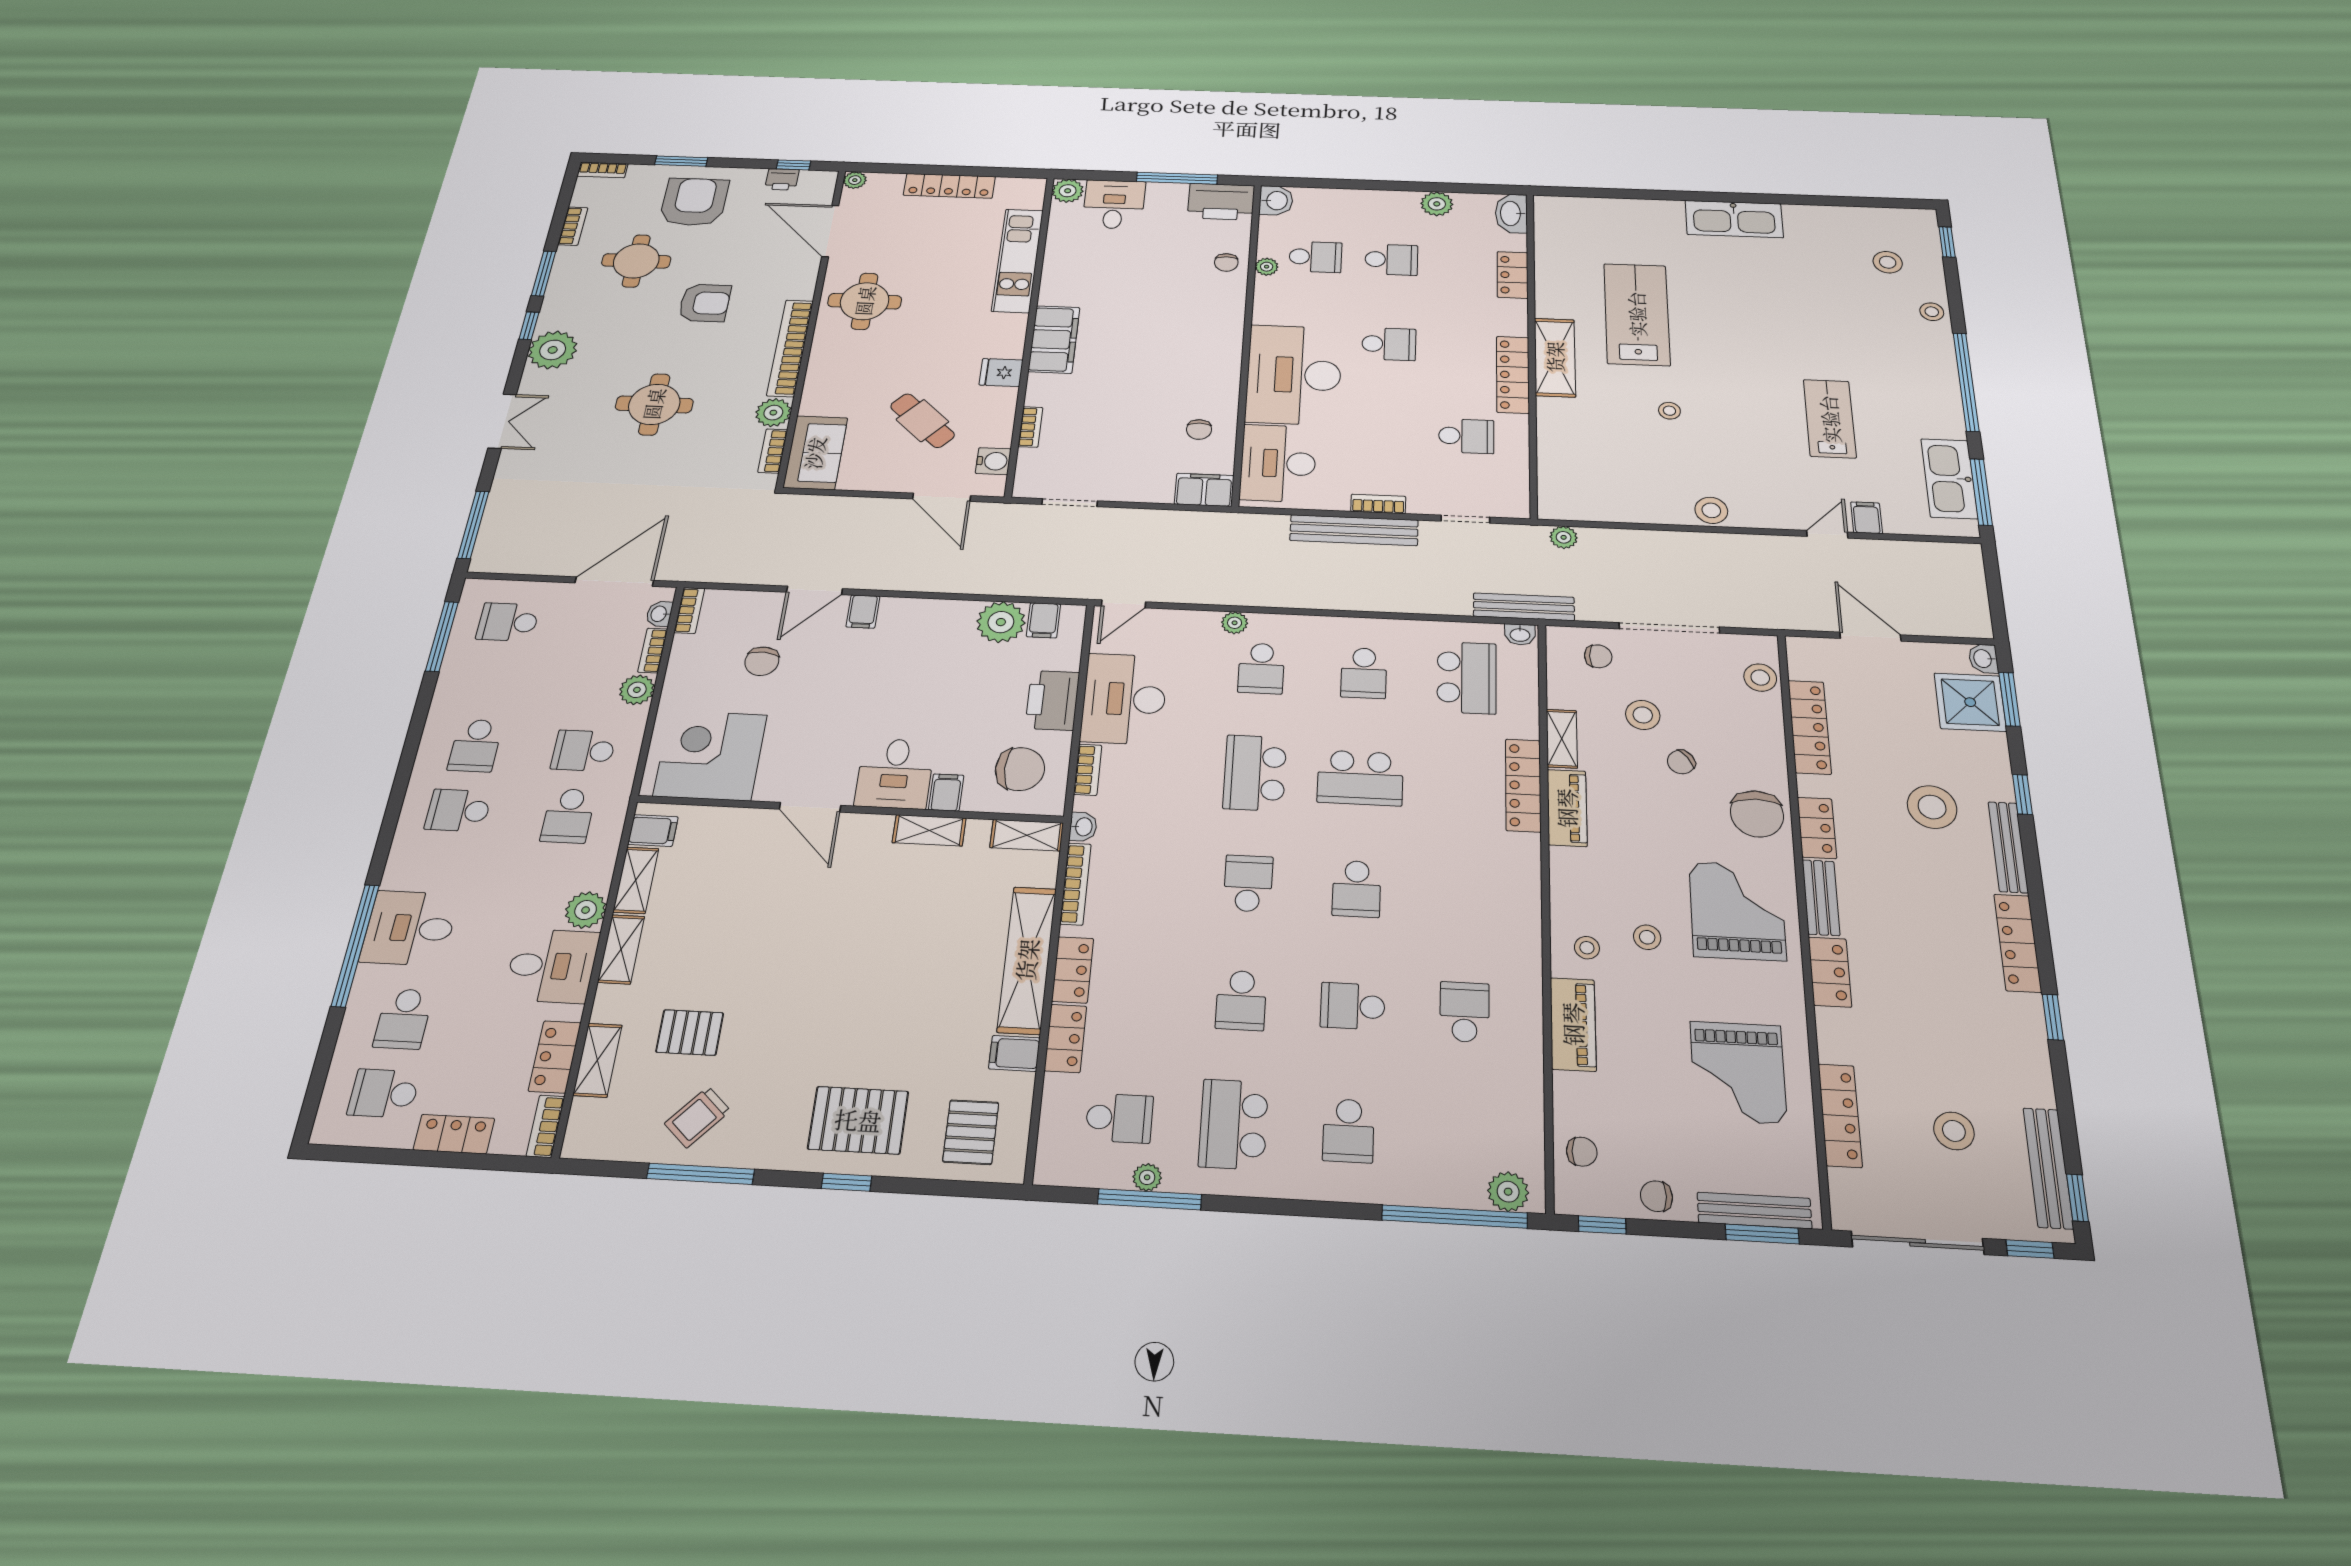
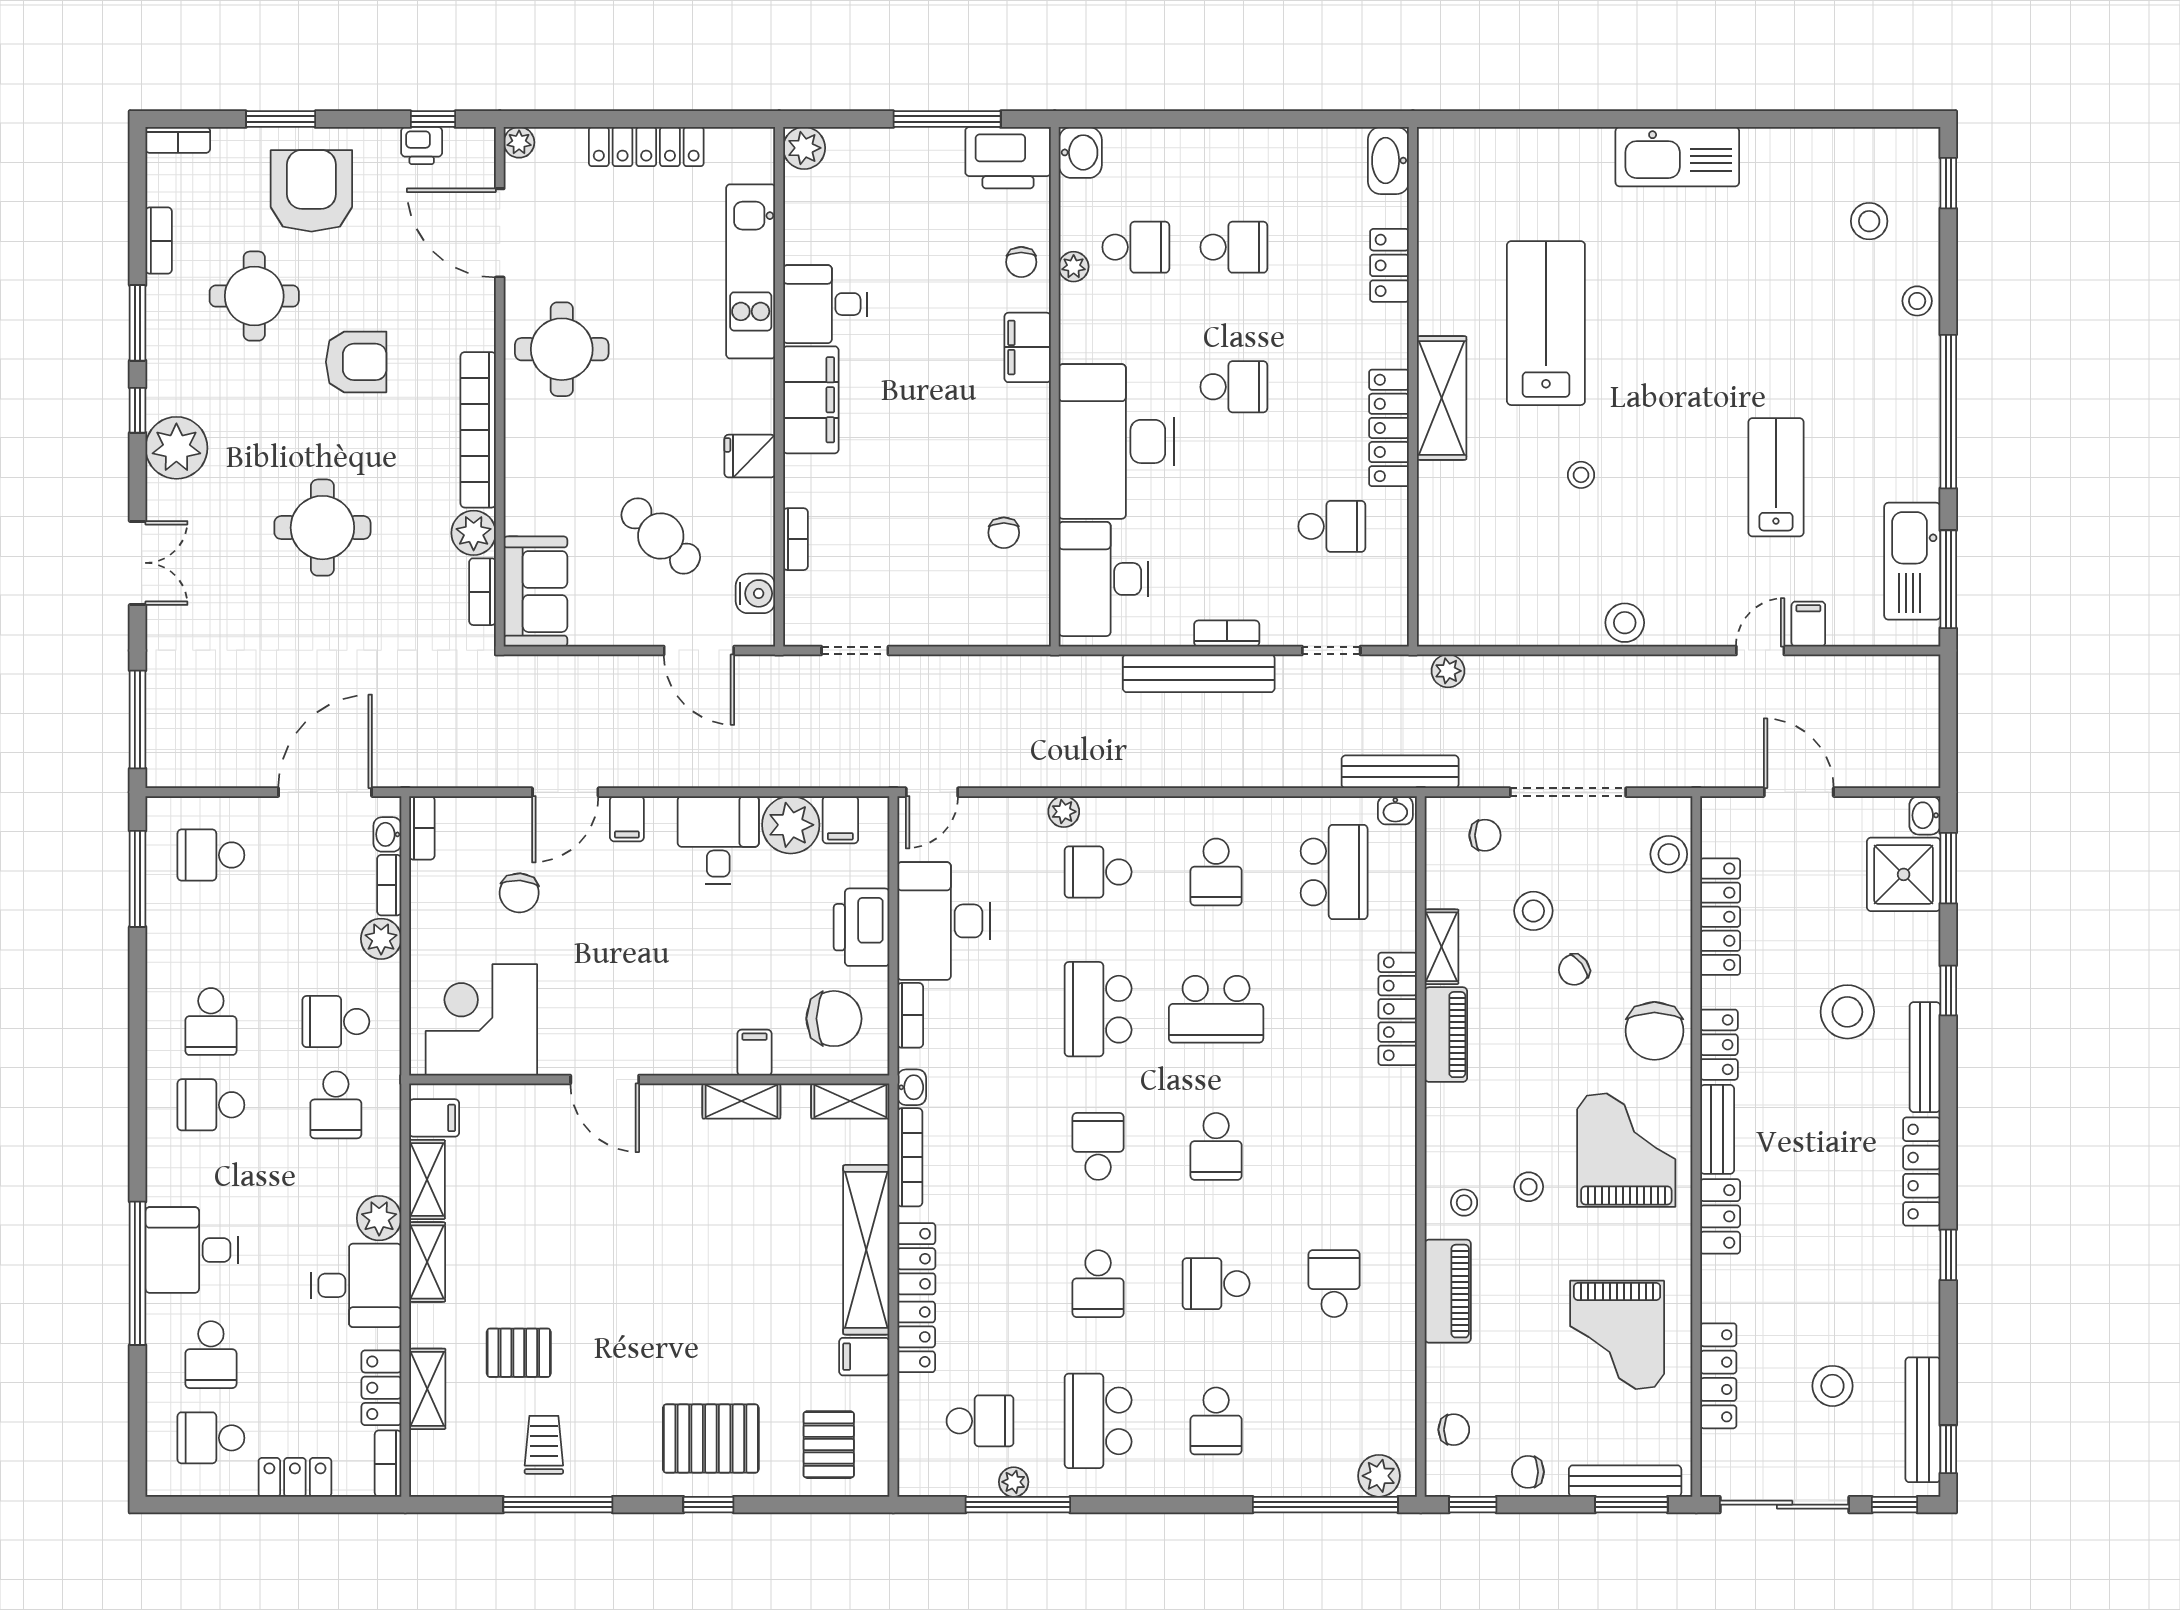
desk: (1114, 204) -> (825, 304), moved, turned -90
plant: (1437, 204) -> (1291, 148), removed
filing cabinet: (1204, 490) -> (1028, 347), moved, turned -90
school desk: (1261, 668) -> (1098, 872), turned 90
desk: (895, 774) -> (718, 840), moved, turned 180
trolley: (698, 1117) -> (544, 1445), turned 138

